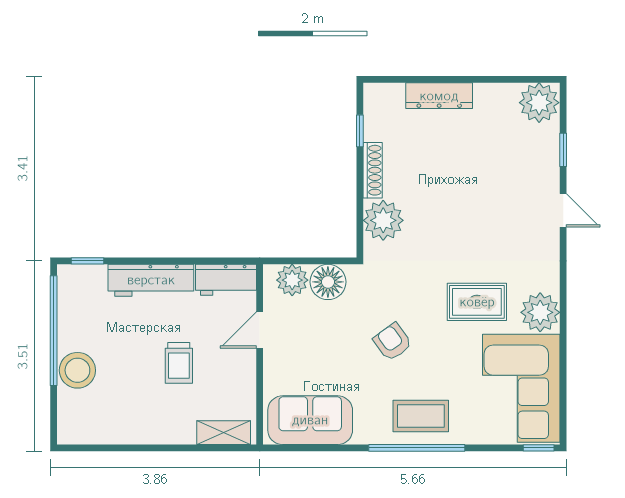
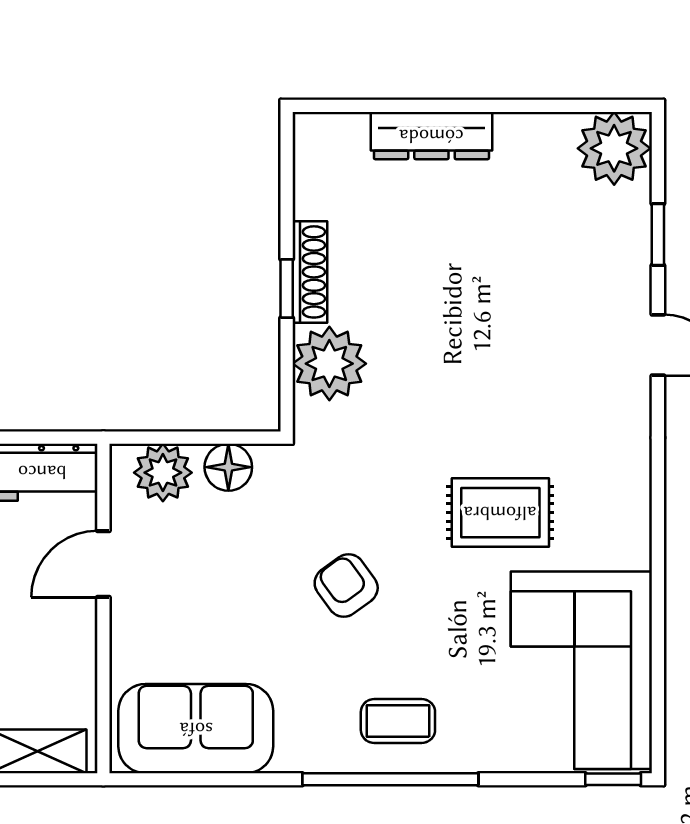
window: (360, 131) -> (287, 288), moved
floor lamp: (328, 282) -> (228, 467), width x0.73, depth x0.73
plant: (540, 312) -> (616, 532), removed
coffee table: (421, 416) -> (398, 721), width x0.73, depth x0.77

